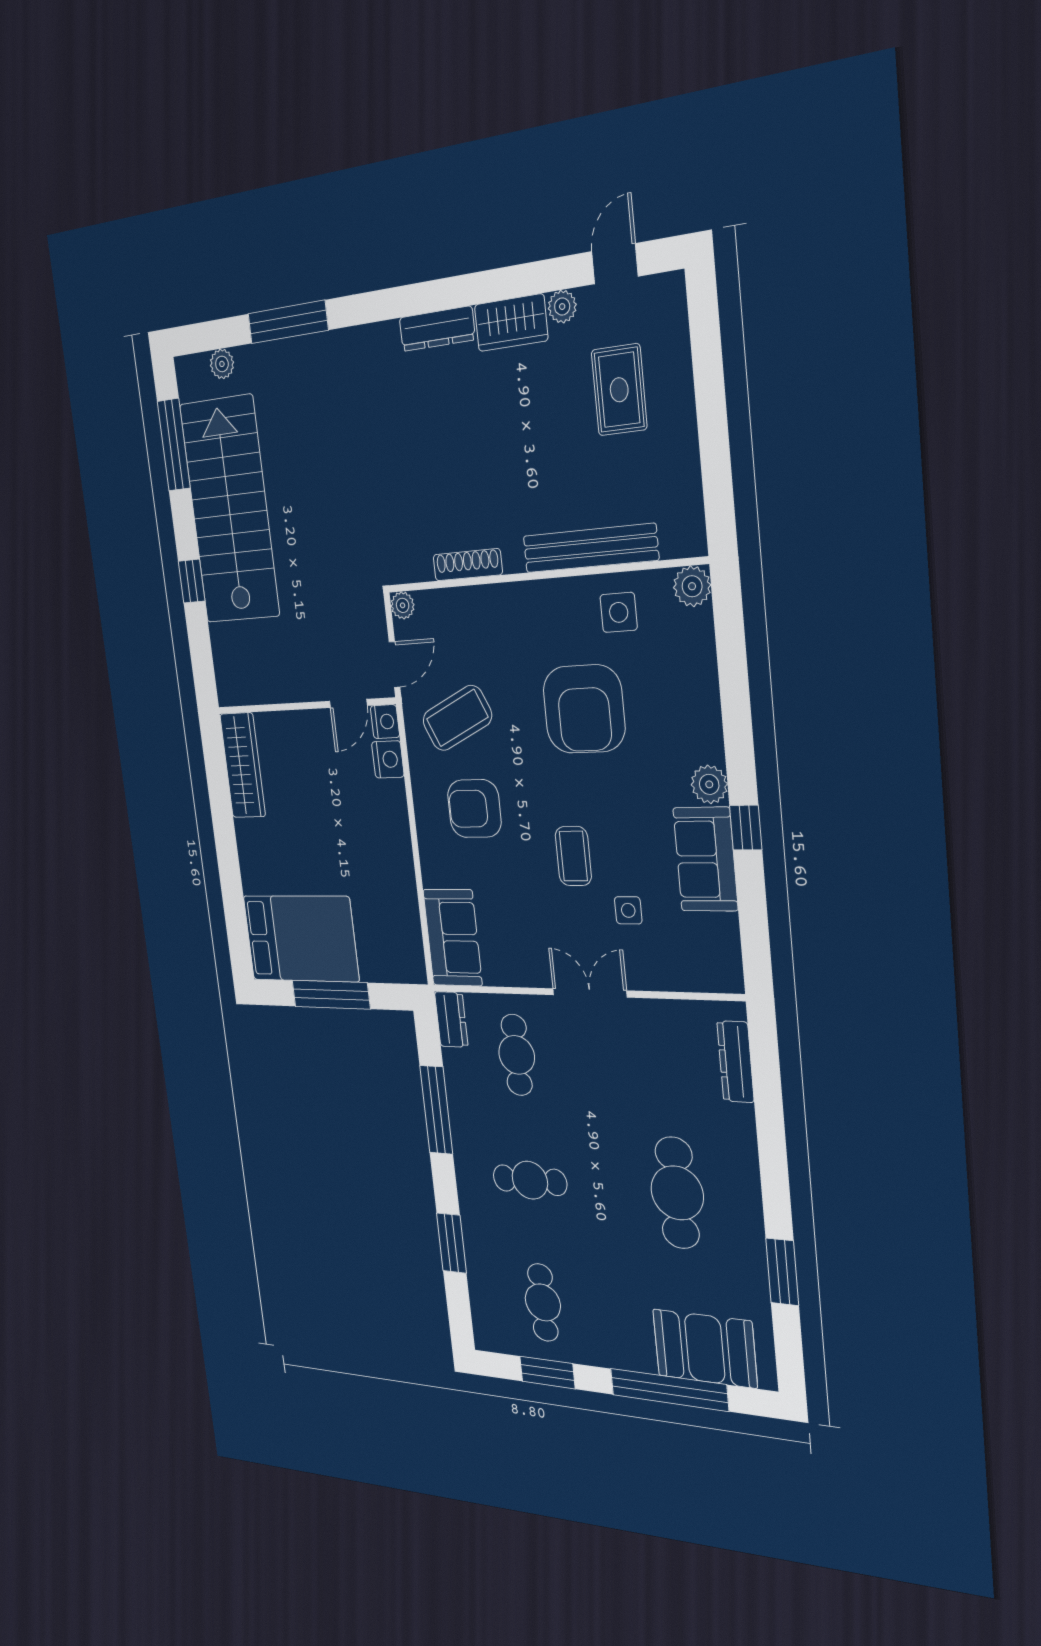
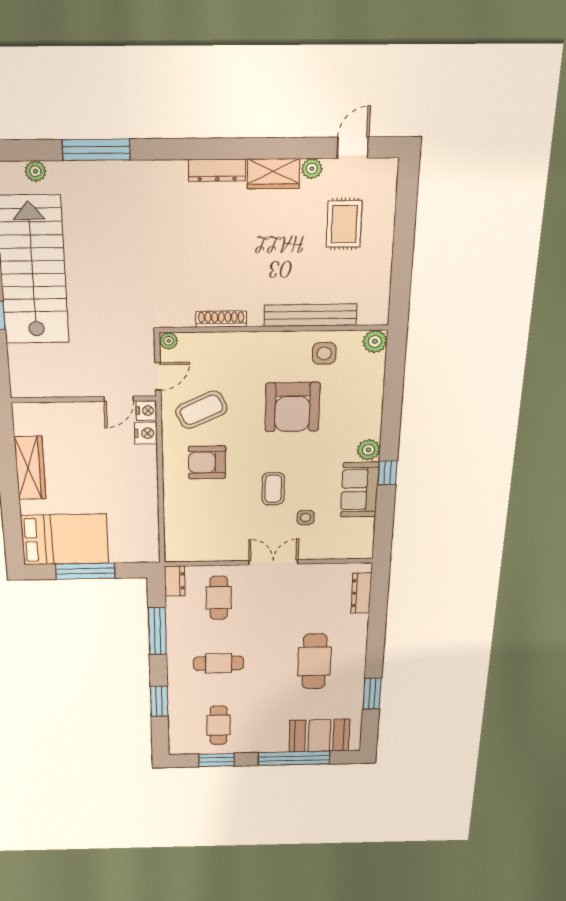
wardrobe: (243, 765) -> (30, 468), moved
sofa: (453, 938) -> (182, 535), removed

